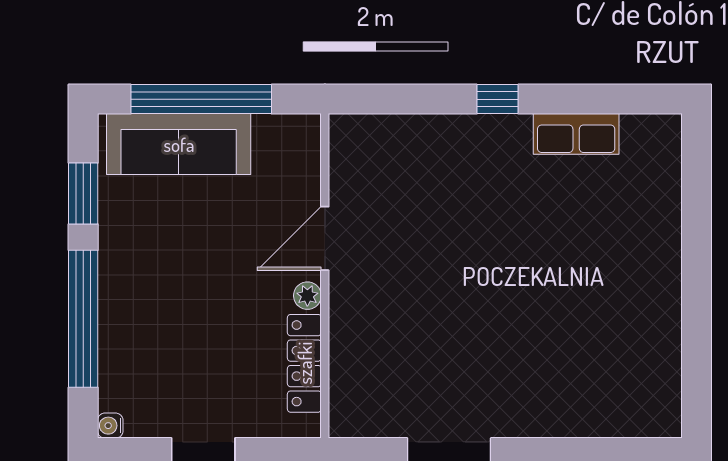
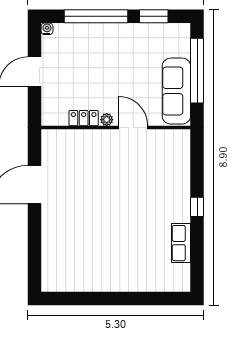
sofa: (179, 144) -> (176, 91), moved
locker: (304, 363) -> (84, 118), width x0.66

